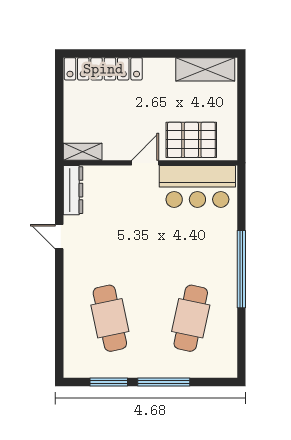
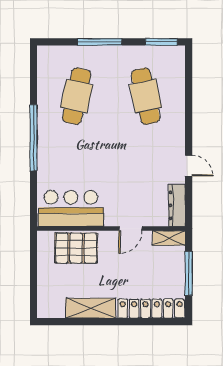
shelving: (205, 69) -> (91, 308), moved
window: (59, 110) -> (189, 273), added
door: (145, 163) -> (130, 229), moved
window: (109, 382) -> (161, 42), moved

